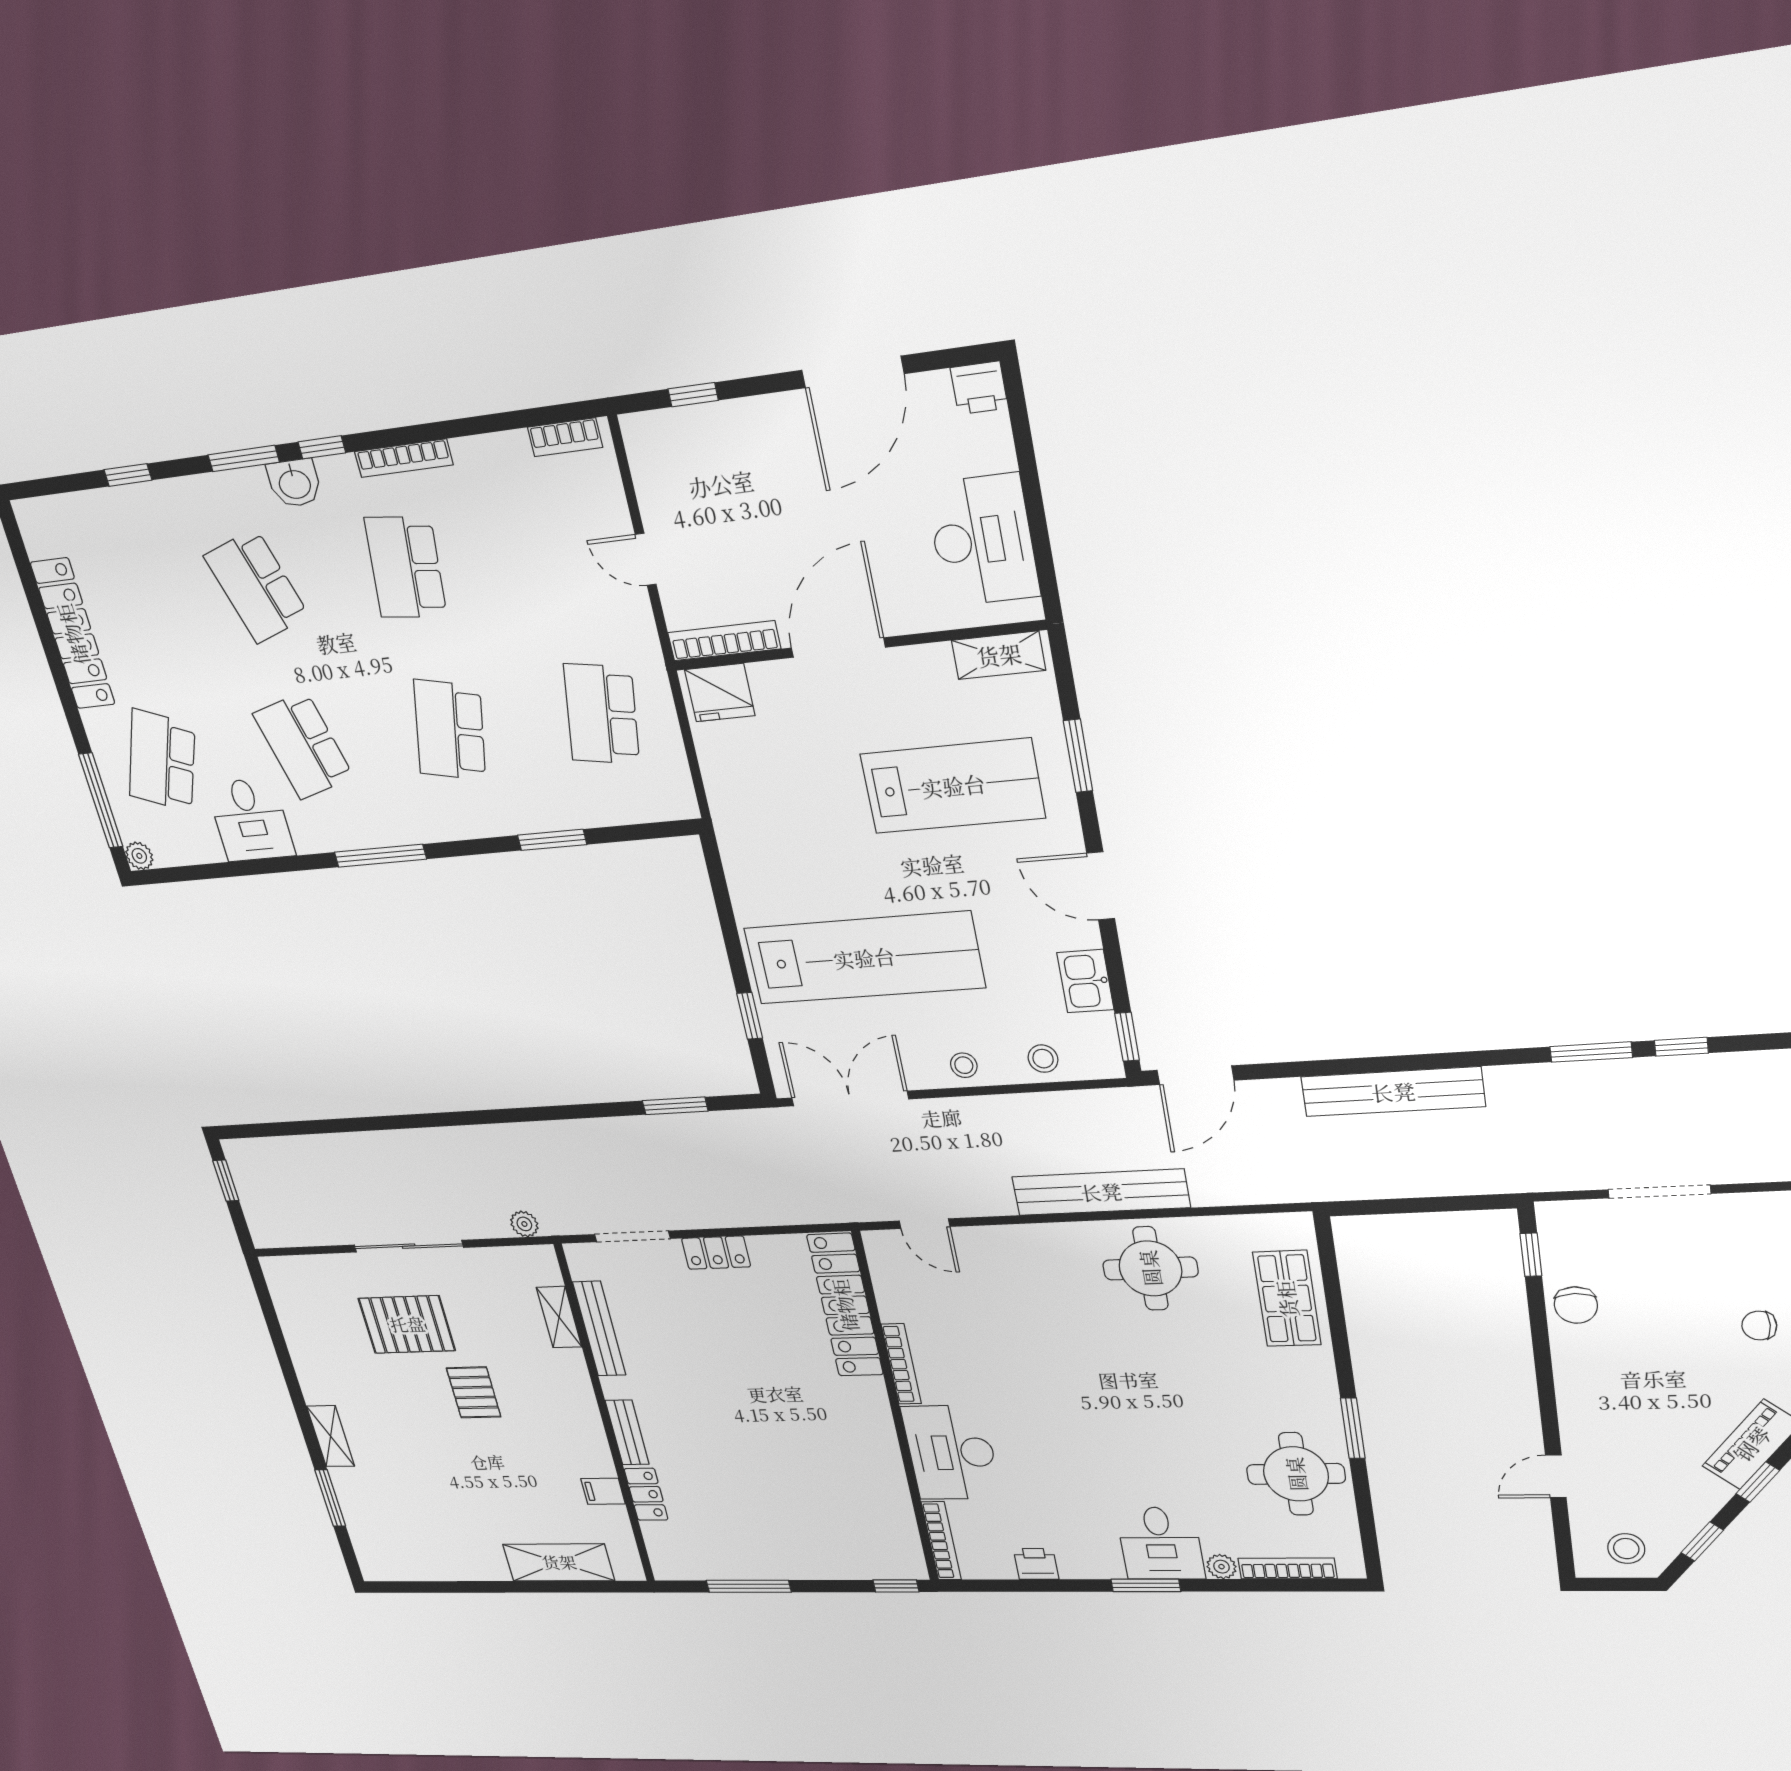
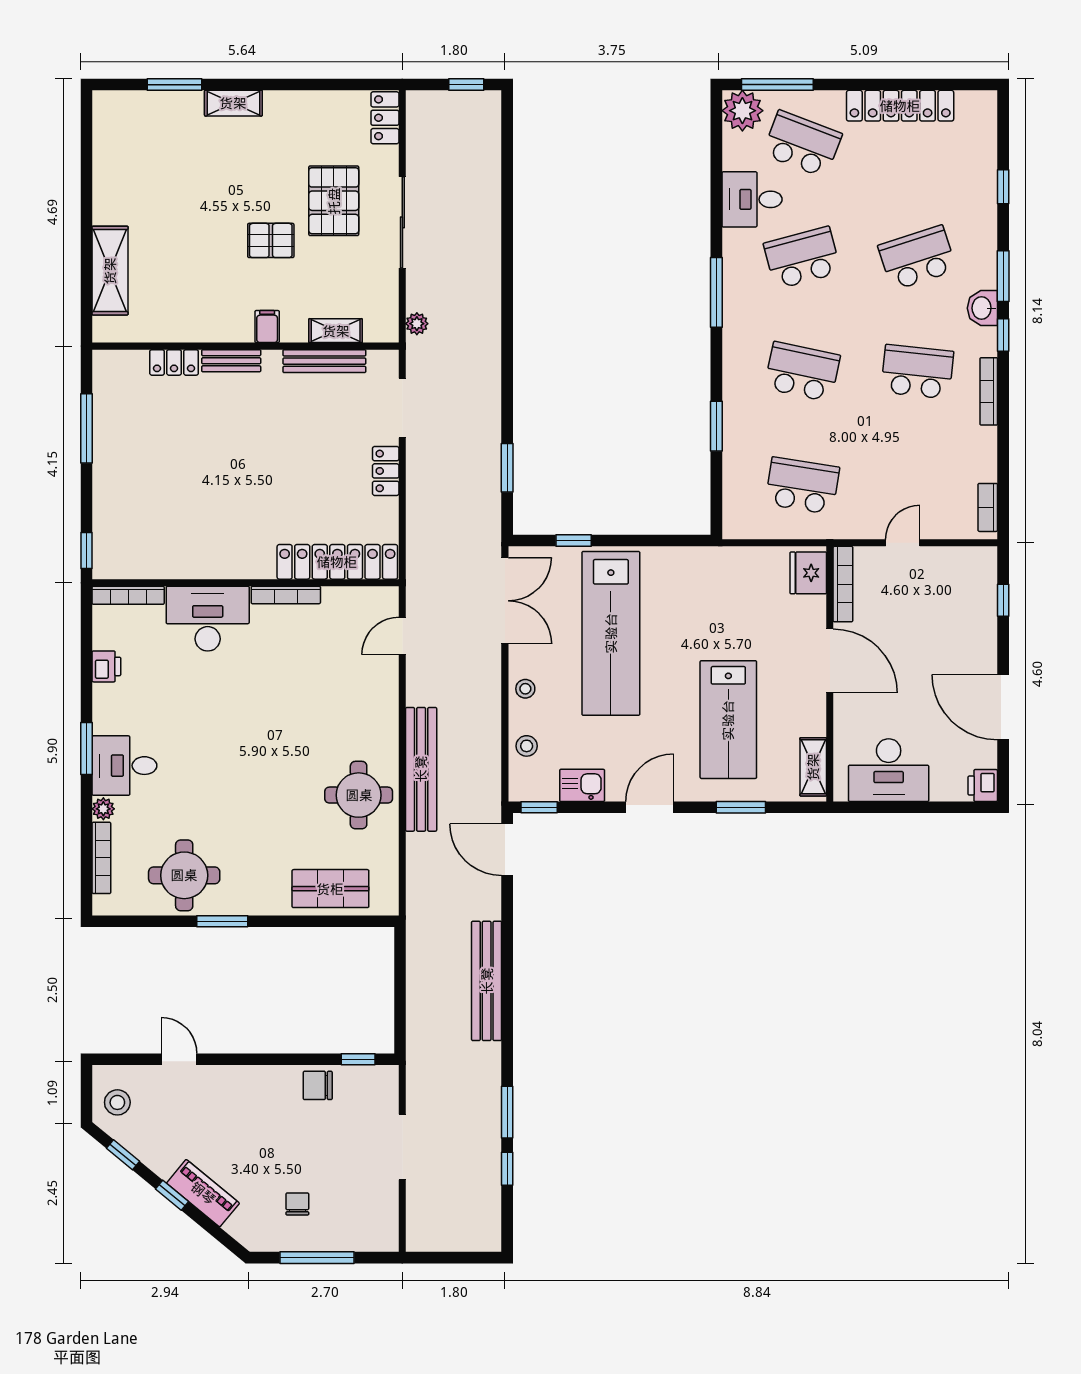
plant: (139, 856) -> (742, 111), width x1.88, depth x1.88
locker: (294, 1271) -> (385, 118), added
filing cabinet: (603, 1491) -> (267, 327), moved

